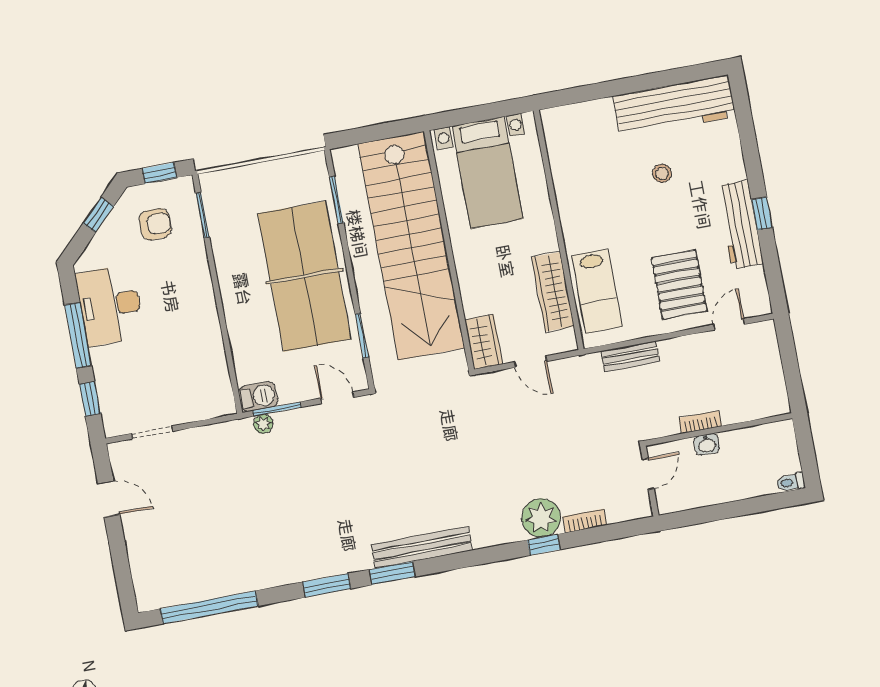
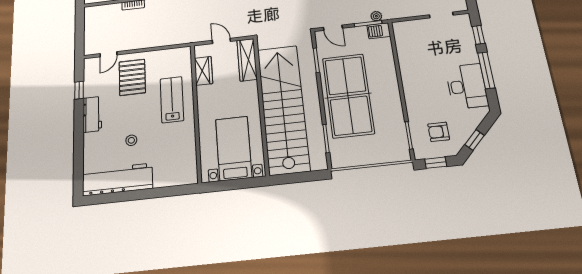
window: (762, 213) -> (79, 90), moved
workbench: (740, 225) -> (92, 114), width x0.73
lab bench: (597, 291) -> (172, 100), moved
wardrobe: (553, 292) -> (203, 71), width x0.67
wardrobe: (484, 342) -> (247, 60), width x1.50
bench: (630, 356) -> (166, 41), removed

